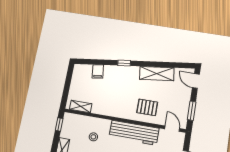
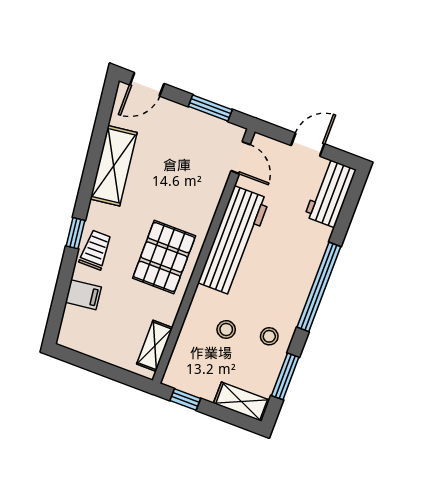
trolley: (118, 73) -> (96, 250), added
pallet: (147, 107) -> (164, 257), moved, width x1.50, depth x1.42
door: (172, 129) -> (241, 158), swing flipped

